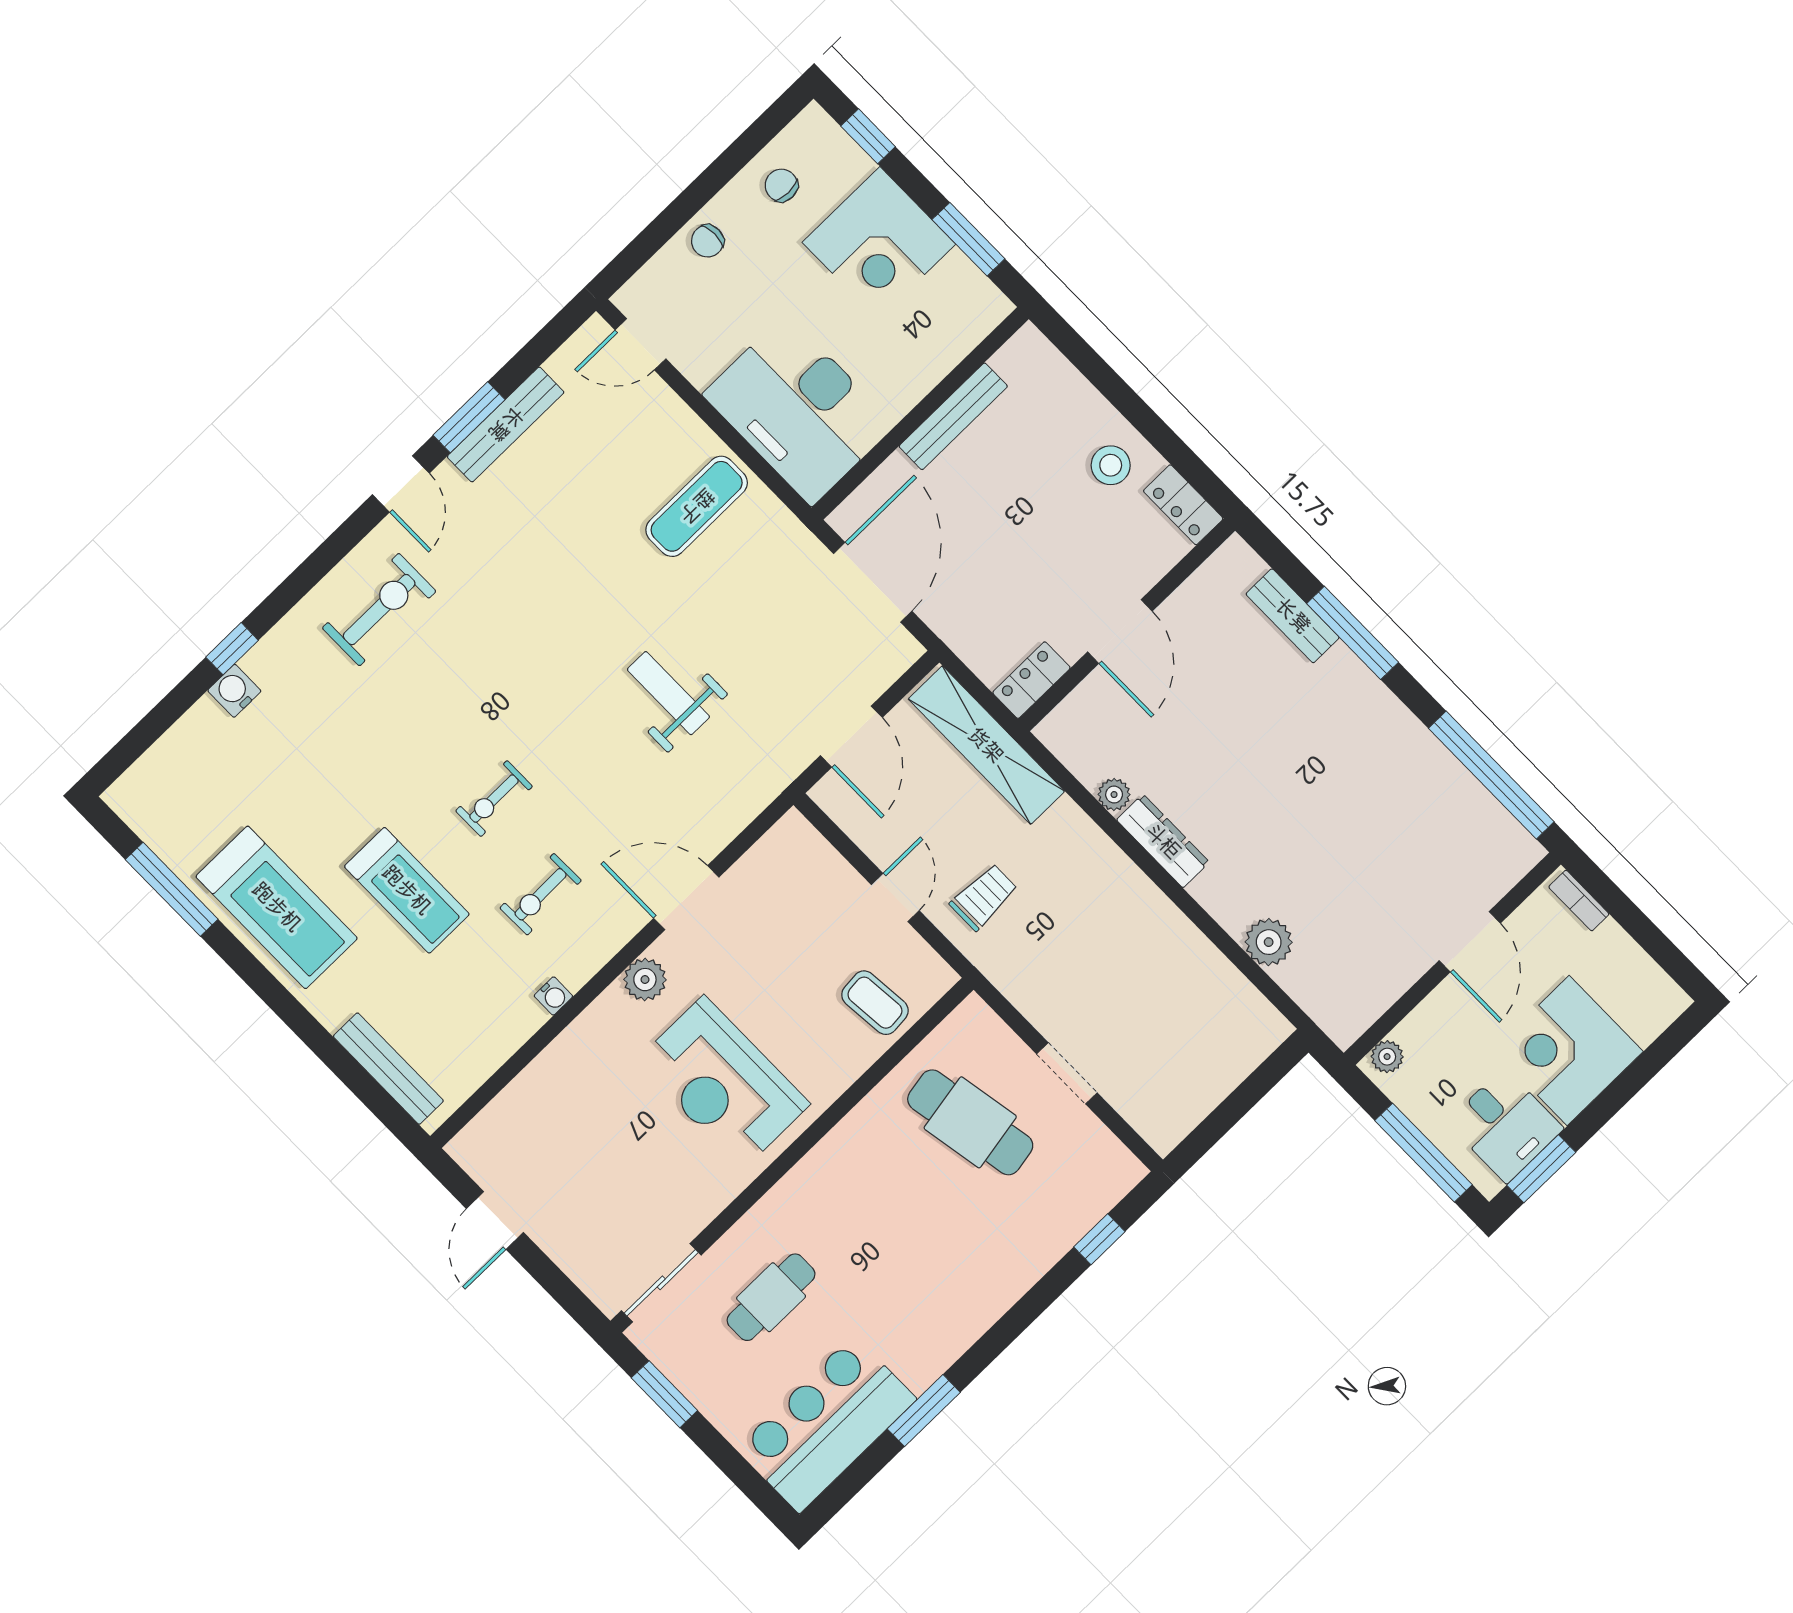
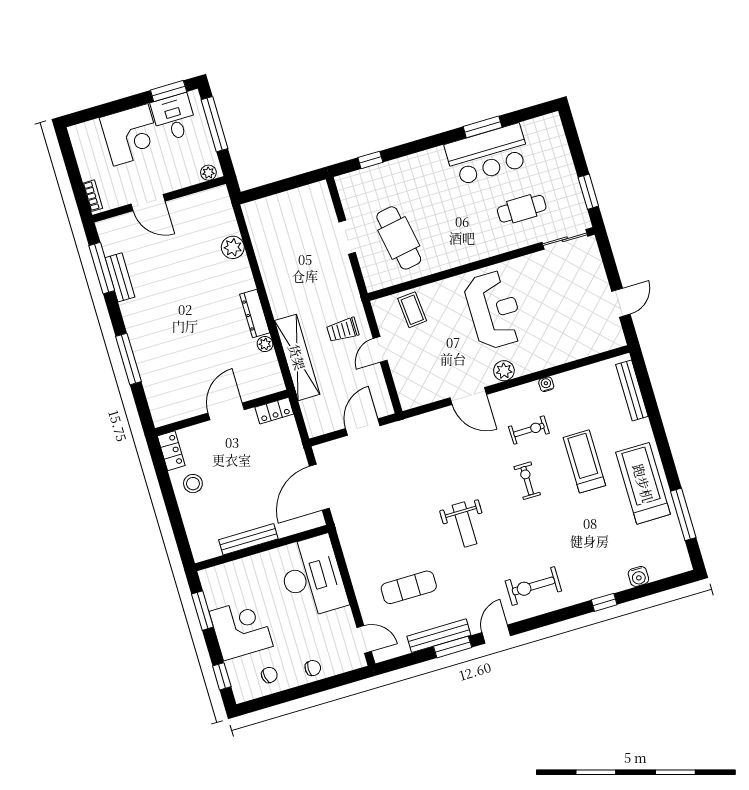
chair: (781, 185) -> (269, 675), turned -103
exercise mat: (697, 506) -> (409, 587), moved
bench: (1293, 616) -> (120, 277), moved
water cooler: (234, 691) -> (638, 576), moved
weight bench: (668, 693) -> (465, 524), moved
shelving: (986, 745) -> (297, 357), moved
window: (1491, 775) -> (102, 268), width x0.68
exercise bike: (494, 799) -> (527, 481), turned -90
door: (1470, 942) -> (148, 203), swing flipped
bar counter: (826, 1424) -> (488, 154), moved

